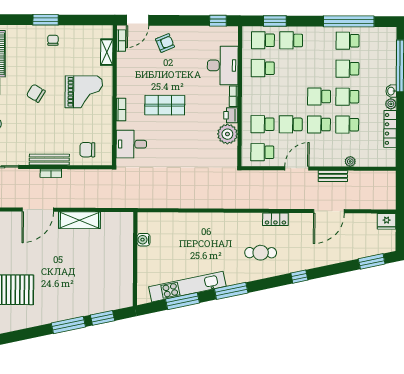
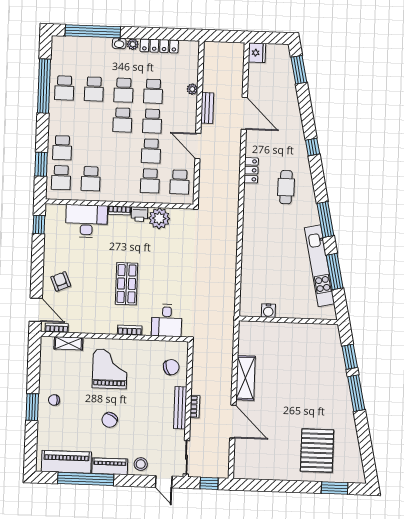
chair: (87, 150) -> (171, 367), turned -109

